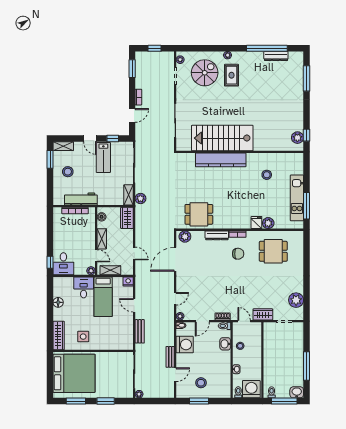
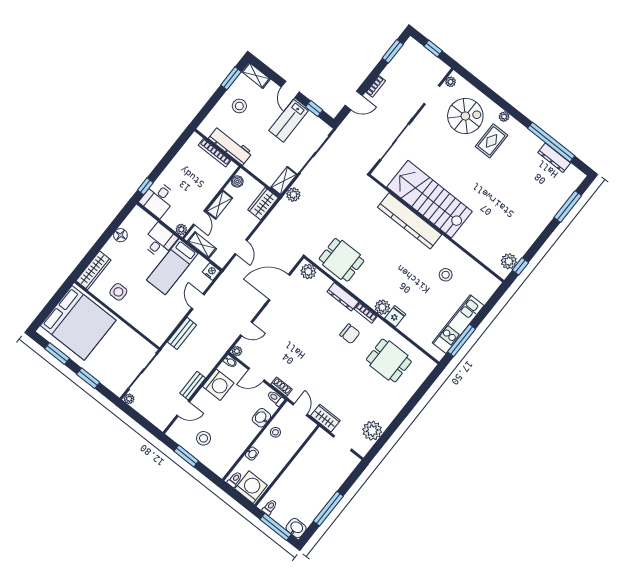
plant: (268, 223) -> (382, 307), moved

